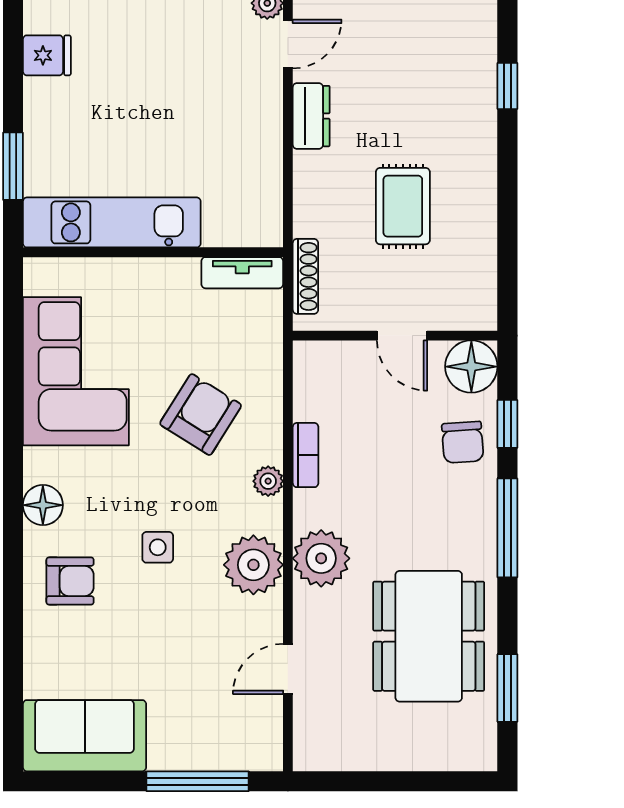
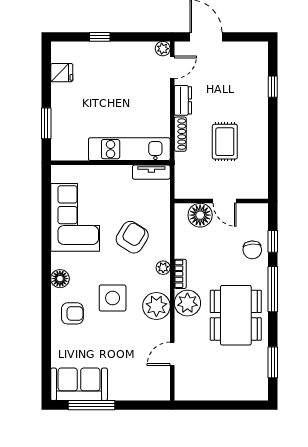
kitchen unit: (112, 222) -> (129, 149), moved
shoe rack: (305, 276) -> (180, 134), moved
floor lamp: (471, 367) -> (200, 215), moved
bookcase: (306, 455) -> (180, 274), moved
side table: (158, 547) -> (113, 298), width x1.87, depth x1.87
dining table: (429, 636) -> (236, 315), moved
window: (198, 781) -> (91, 405), moved

